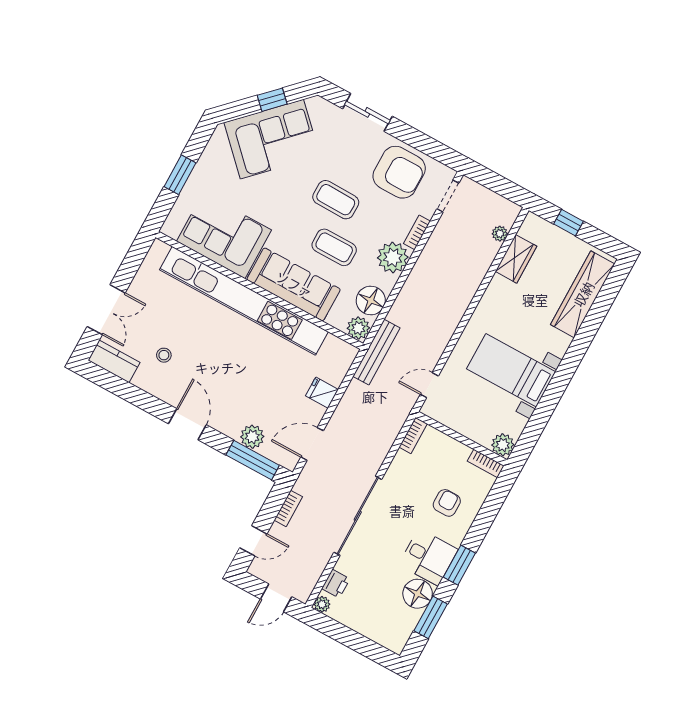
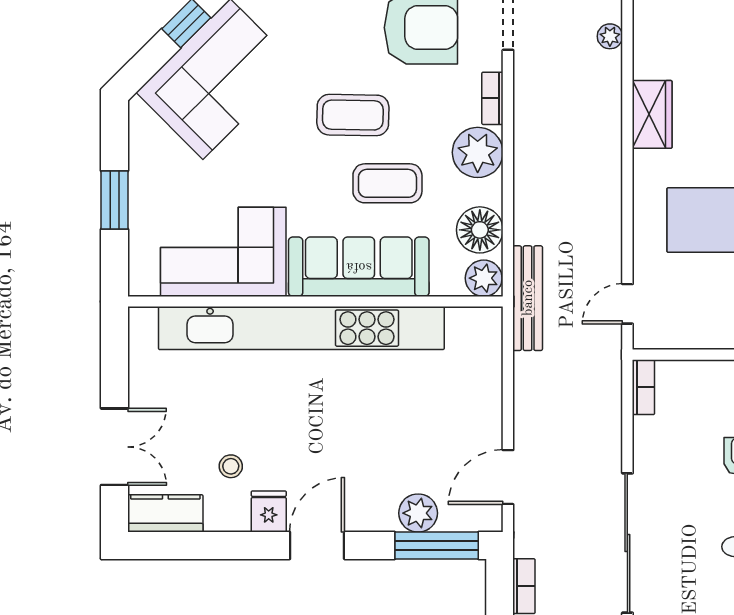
wardrobe: (516, 259) -> (652, 114), moved
fridge: (322, 393) -> (269, 511), moved, turned 90
door: (187, 424) -> (317, 546), hinge flipped

